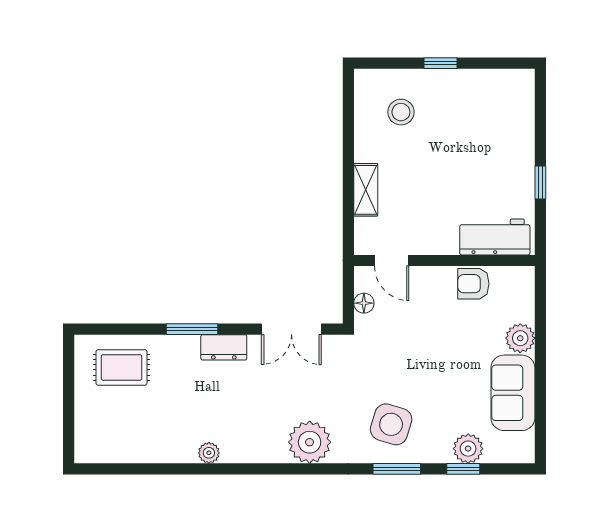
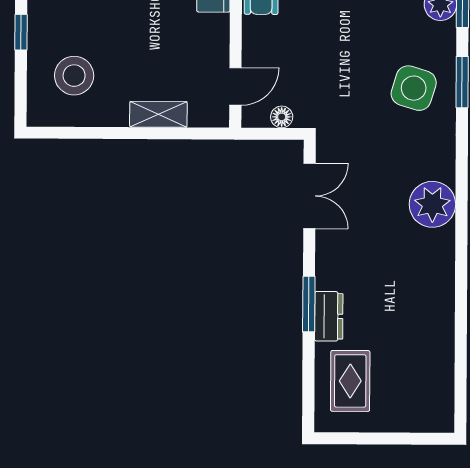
stool: (401, 112) -> (74, 76), width x1.38, depth x1.38
dresser: (224, 347) -> (329, 316), moved
plant: (310, 442) -> (432, 204), moved
plant: (209, 453) -> (444, 286), removed

